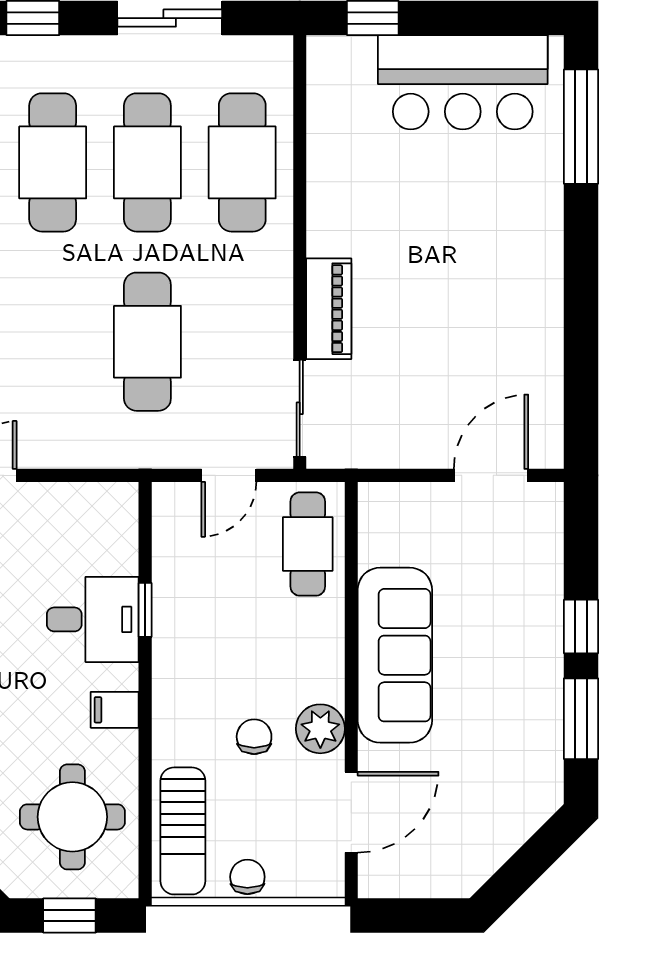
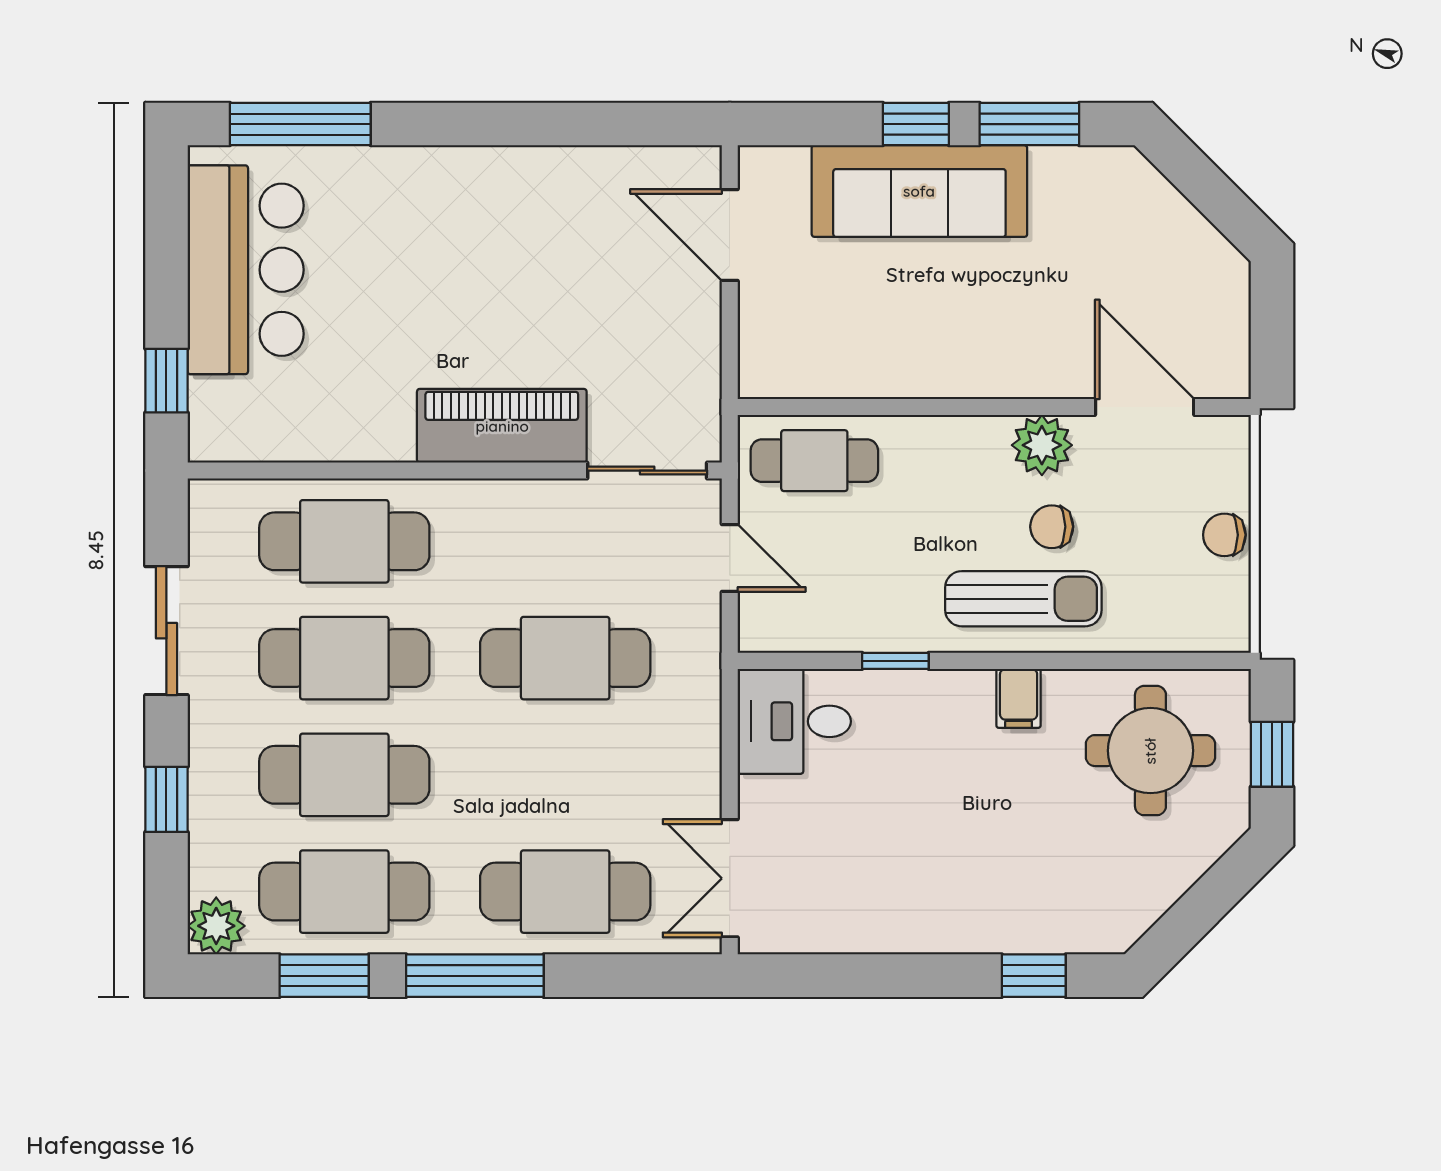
piano: (329, 309) -> (502, 426), width x1.37, depth x1.33
desk: (93, 619) -> (794, 721), moved, turned -90
sofa: (395, 655) -> (919, 191), moved, turned 180
sun lounger: (183, 831) -> (1023, 599), moved

